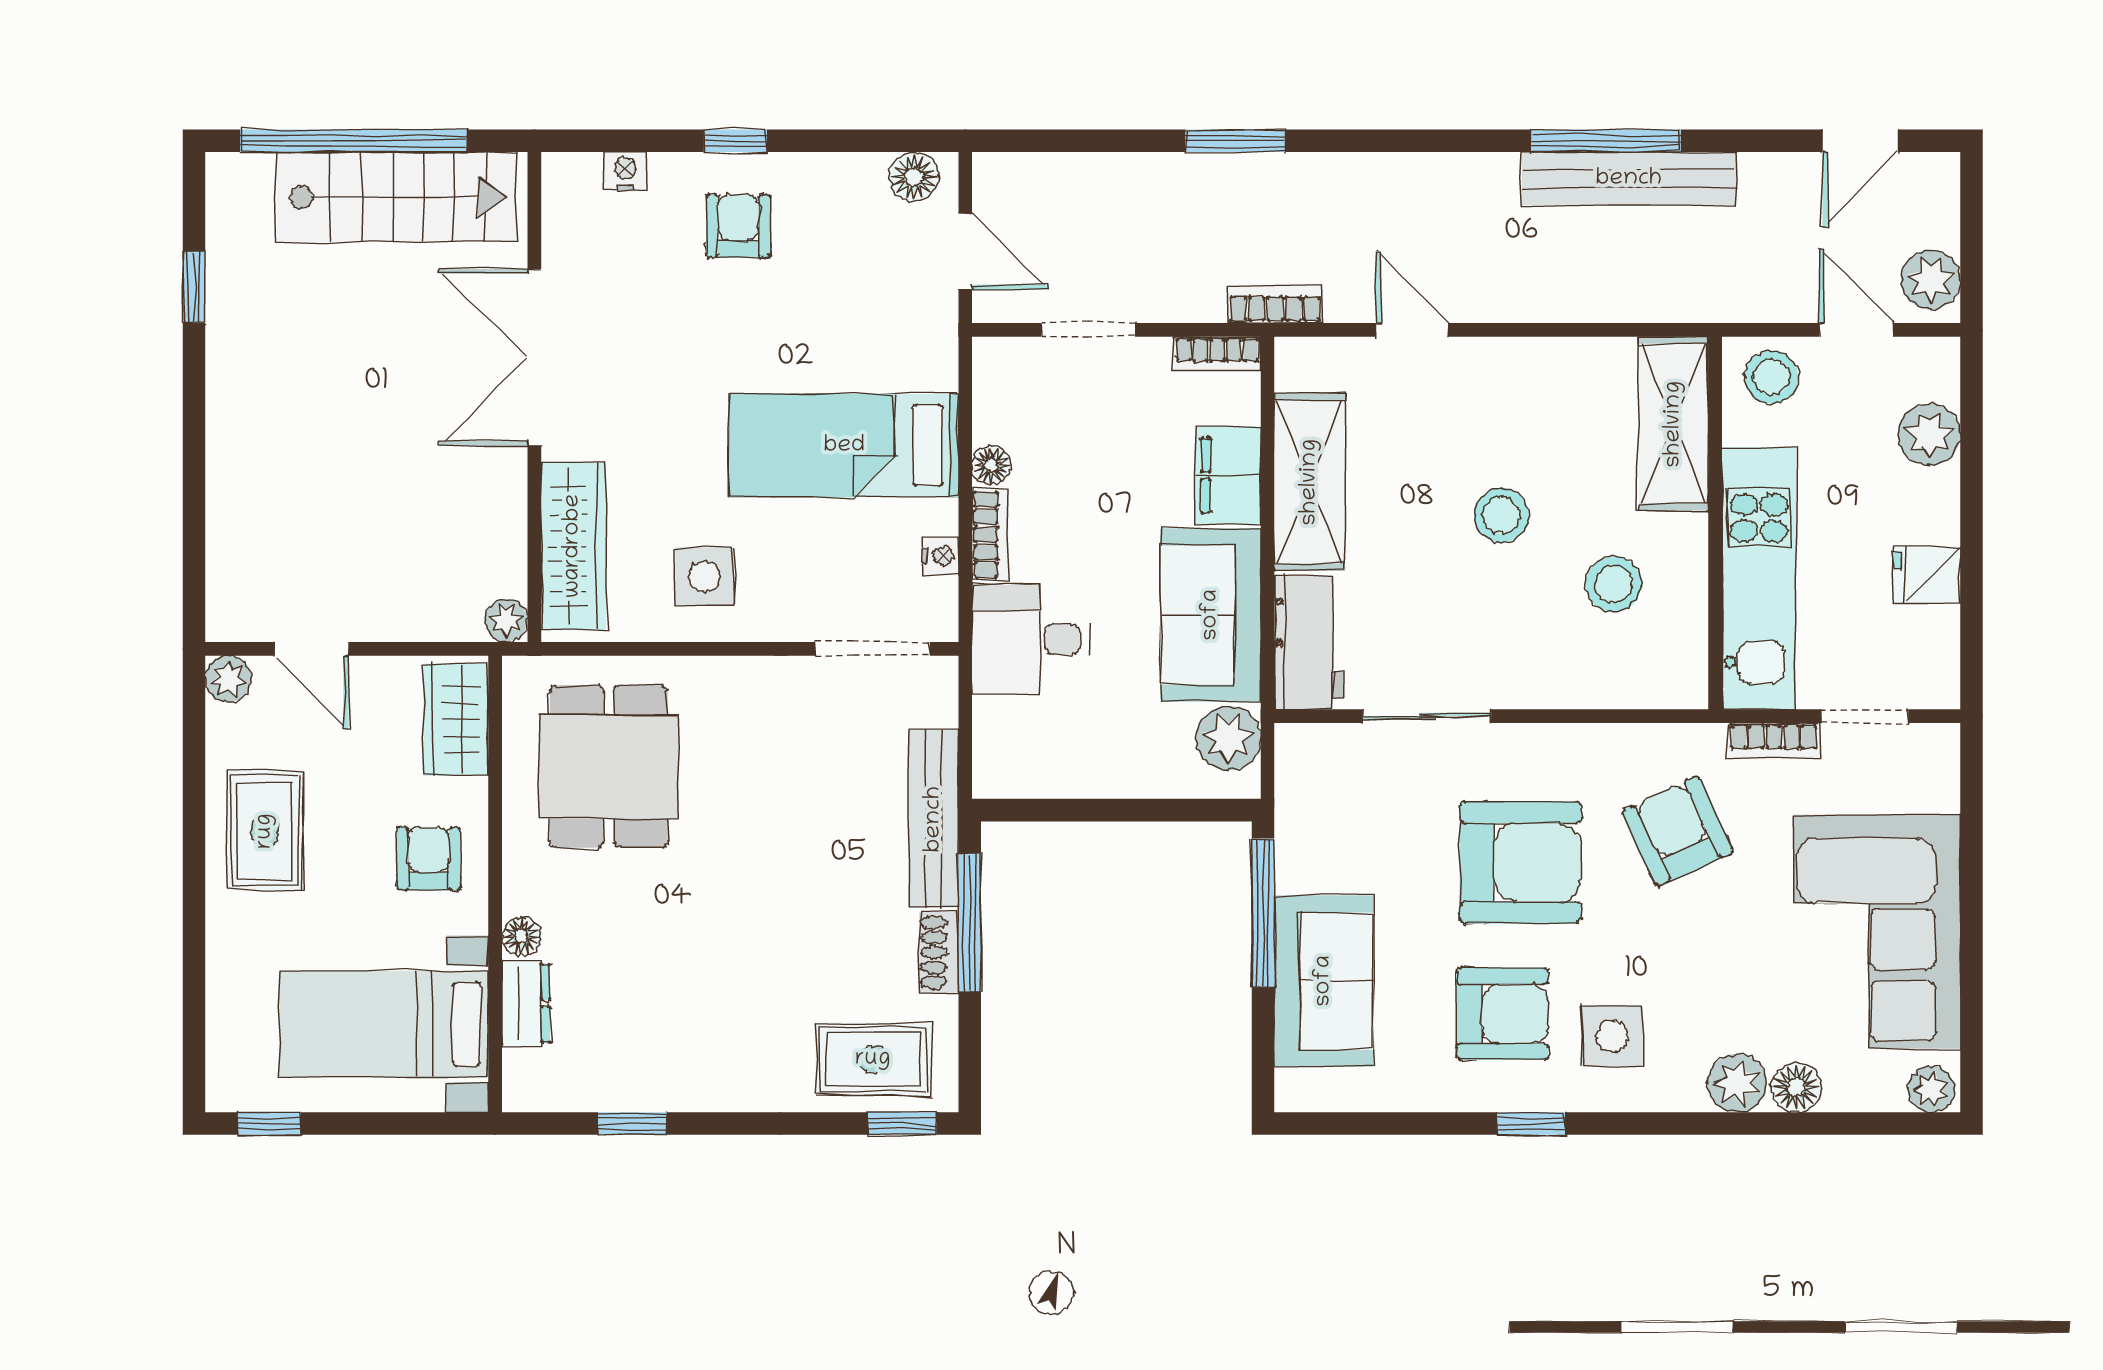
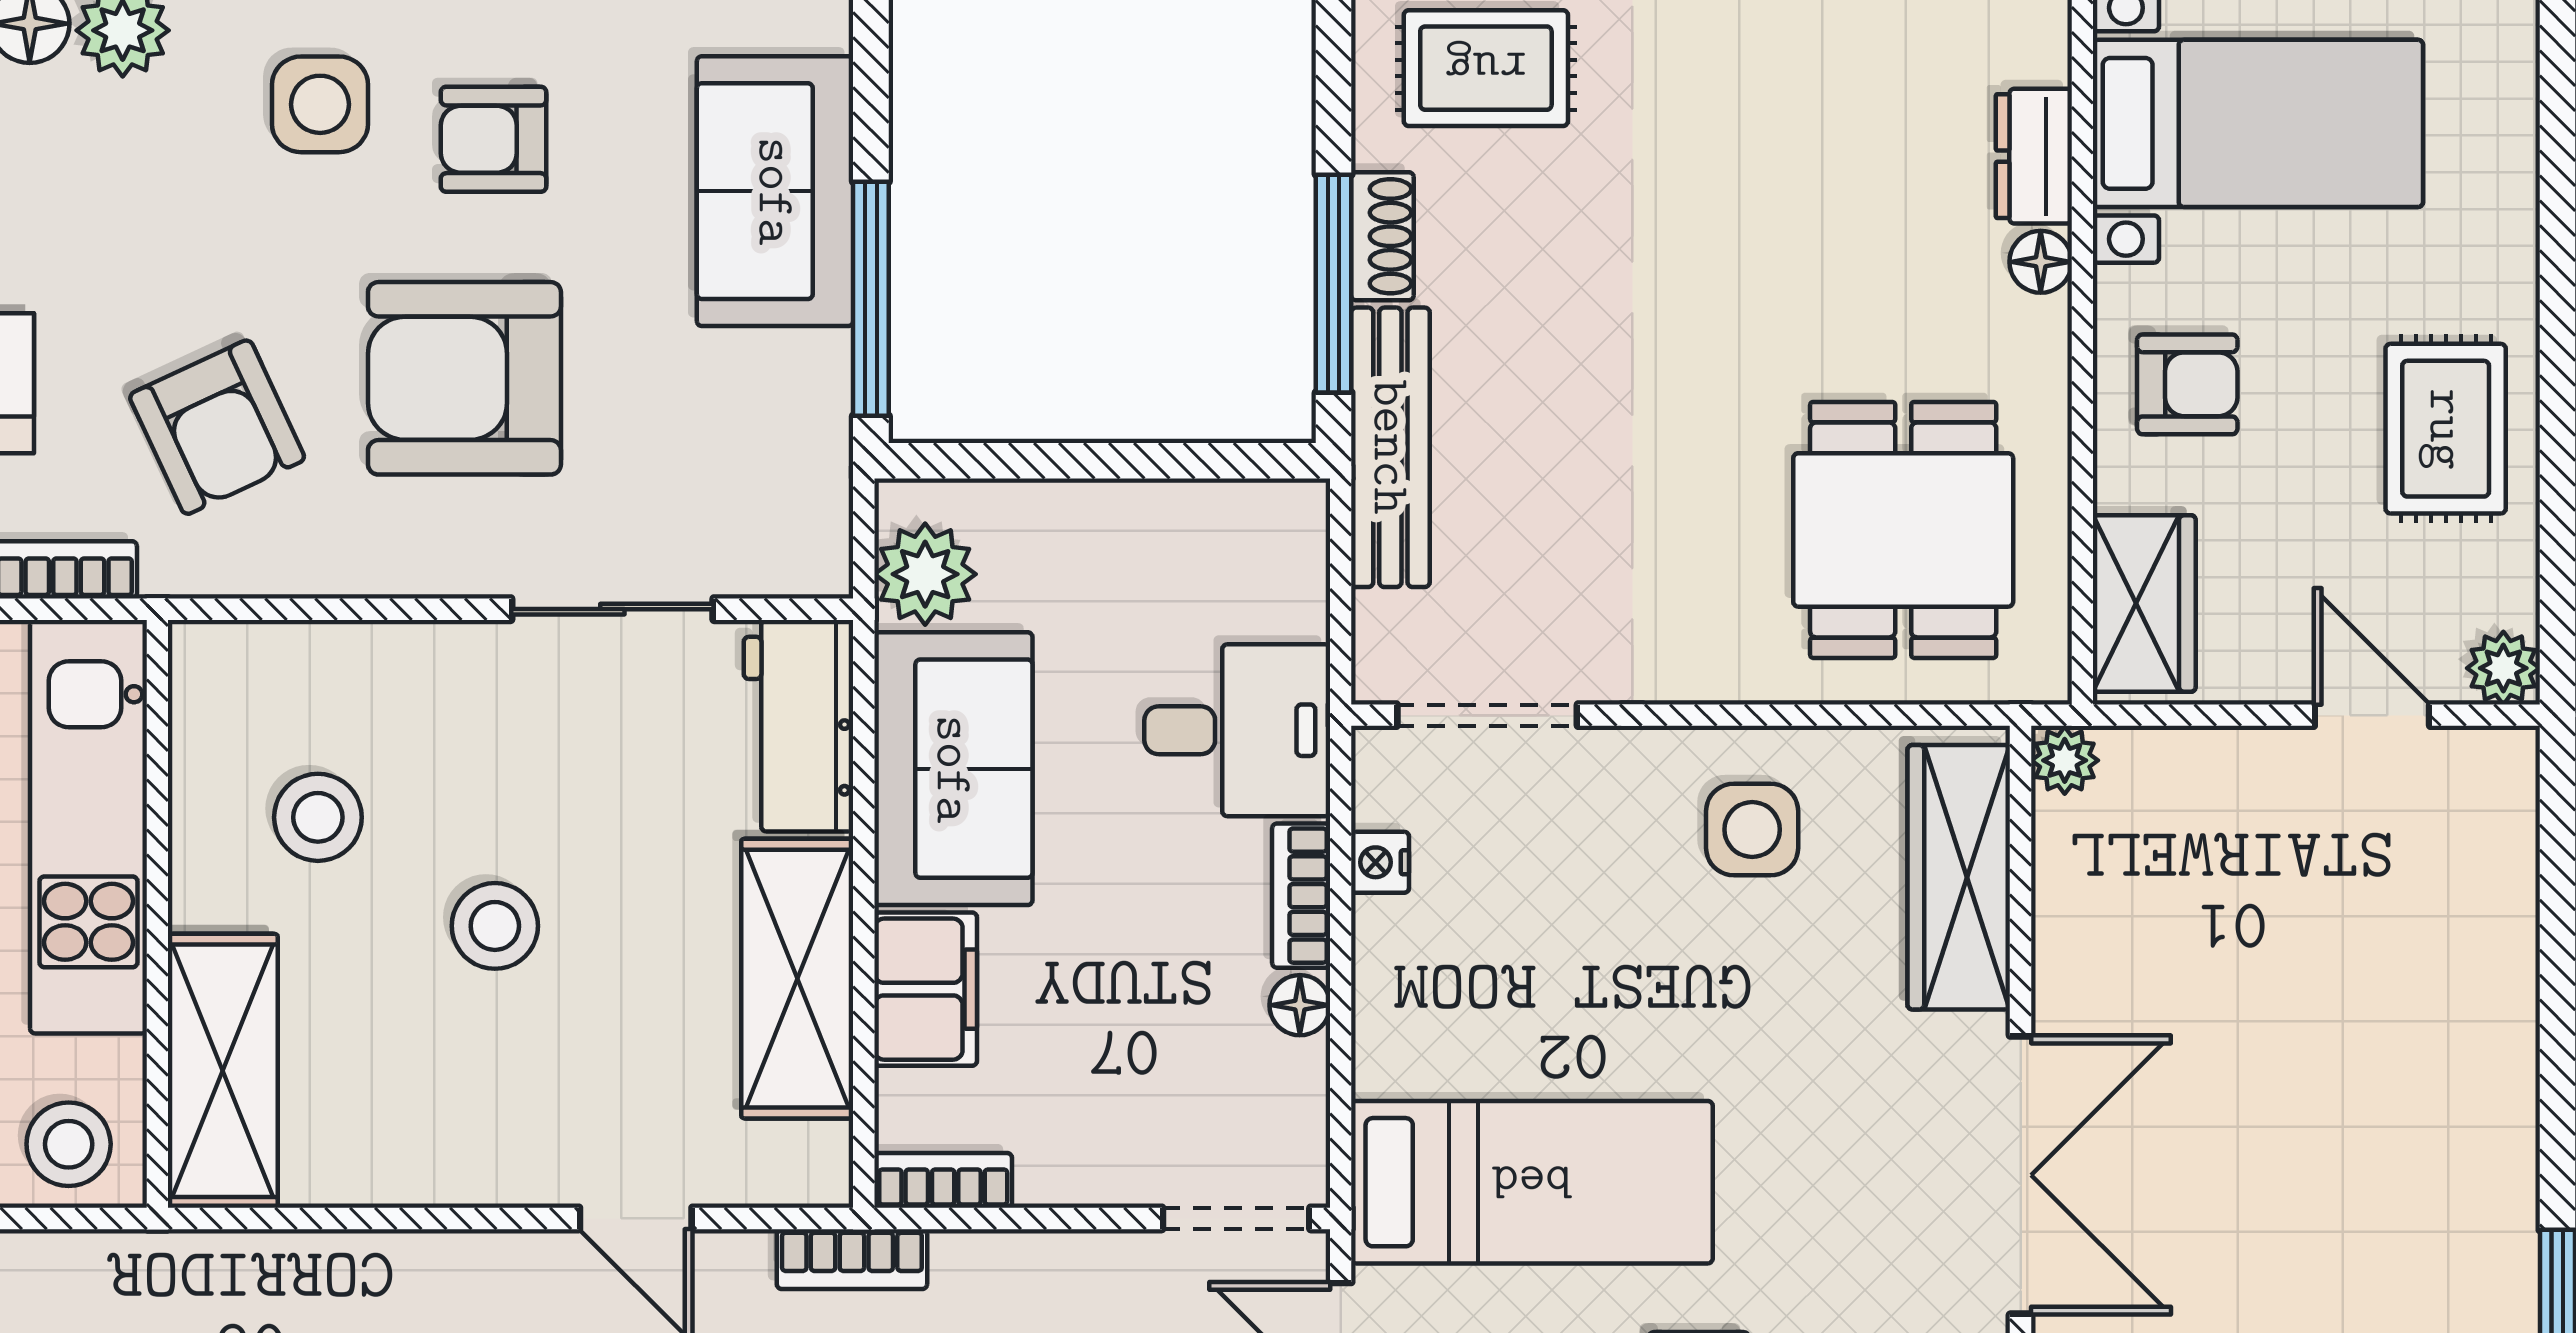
doorway: (1088, 330) -> (1236, 1218), moved
bed: (844, 446) -> (1532, 1182), moved
armchair: (429, 859) -> (2187, 384), turned -90
armchair: (1502, 1014) -> (494, 139), width x0.72, depth x0.72

